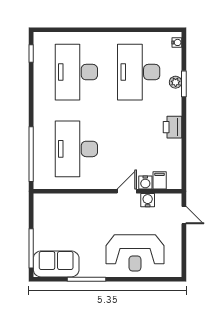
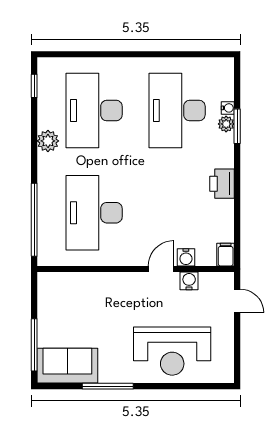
water cooler: (177, 42) -> (228, 108), moved
plant: (42, 95) -> (48, 141), added
filing cabinet: (160, 180) -> (226, 255), moved

